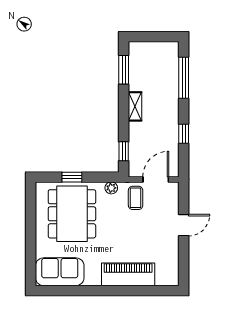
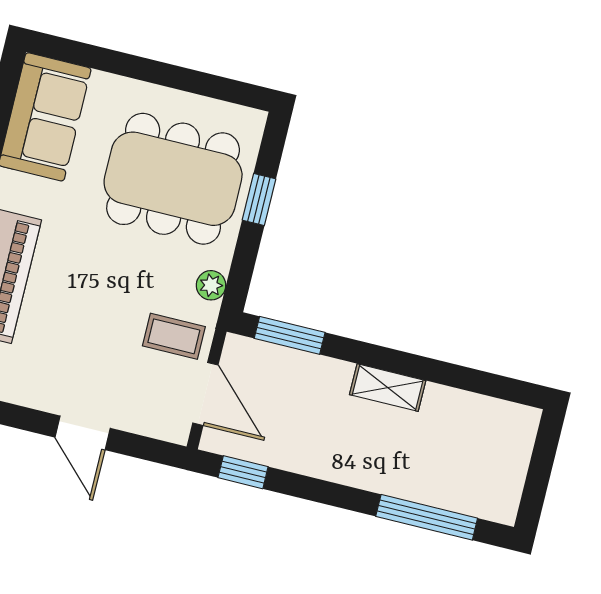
window: (124, 70) -> (479, 382), removed
window: (184, 134) -> (243, 472), moved
window: (124, 151) -> (290, 335), width x1.50

